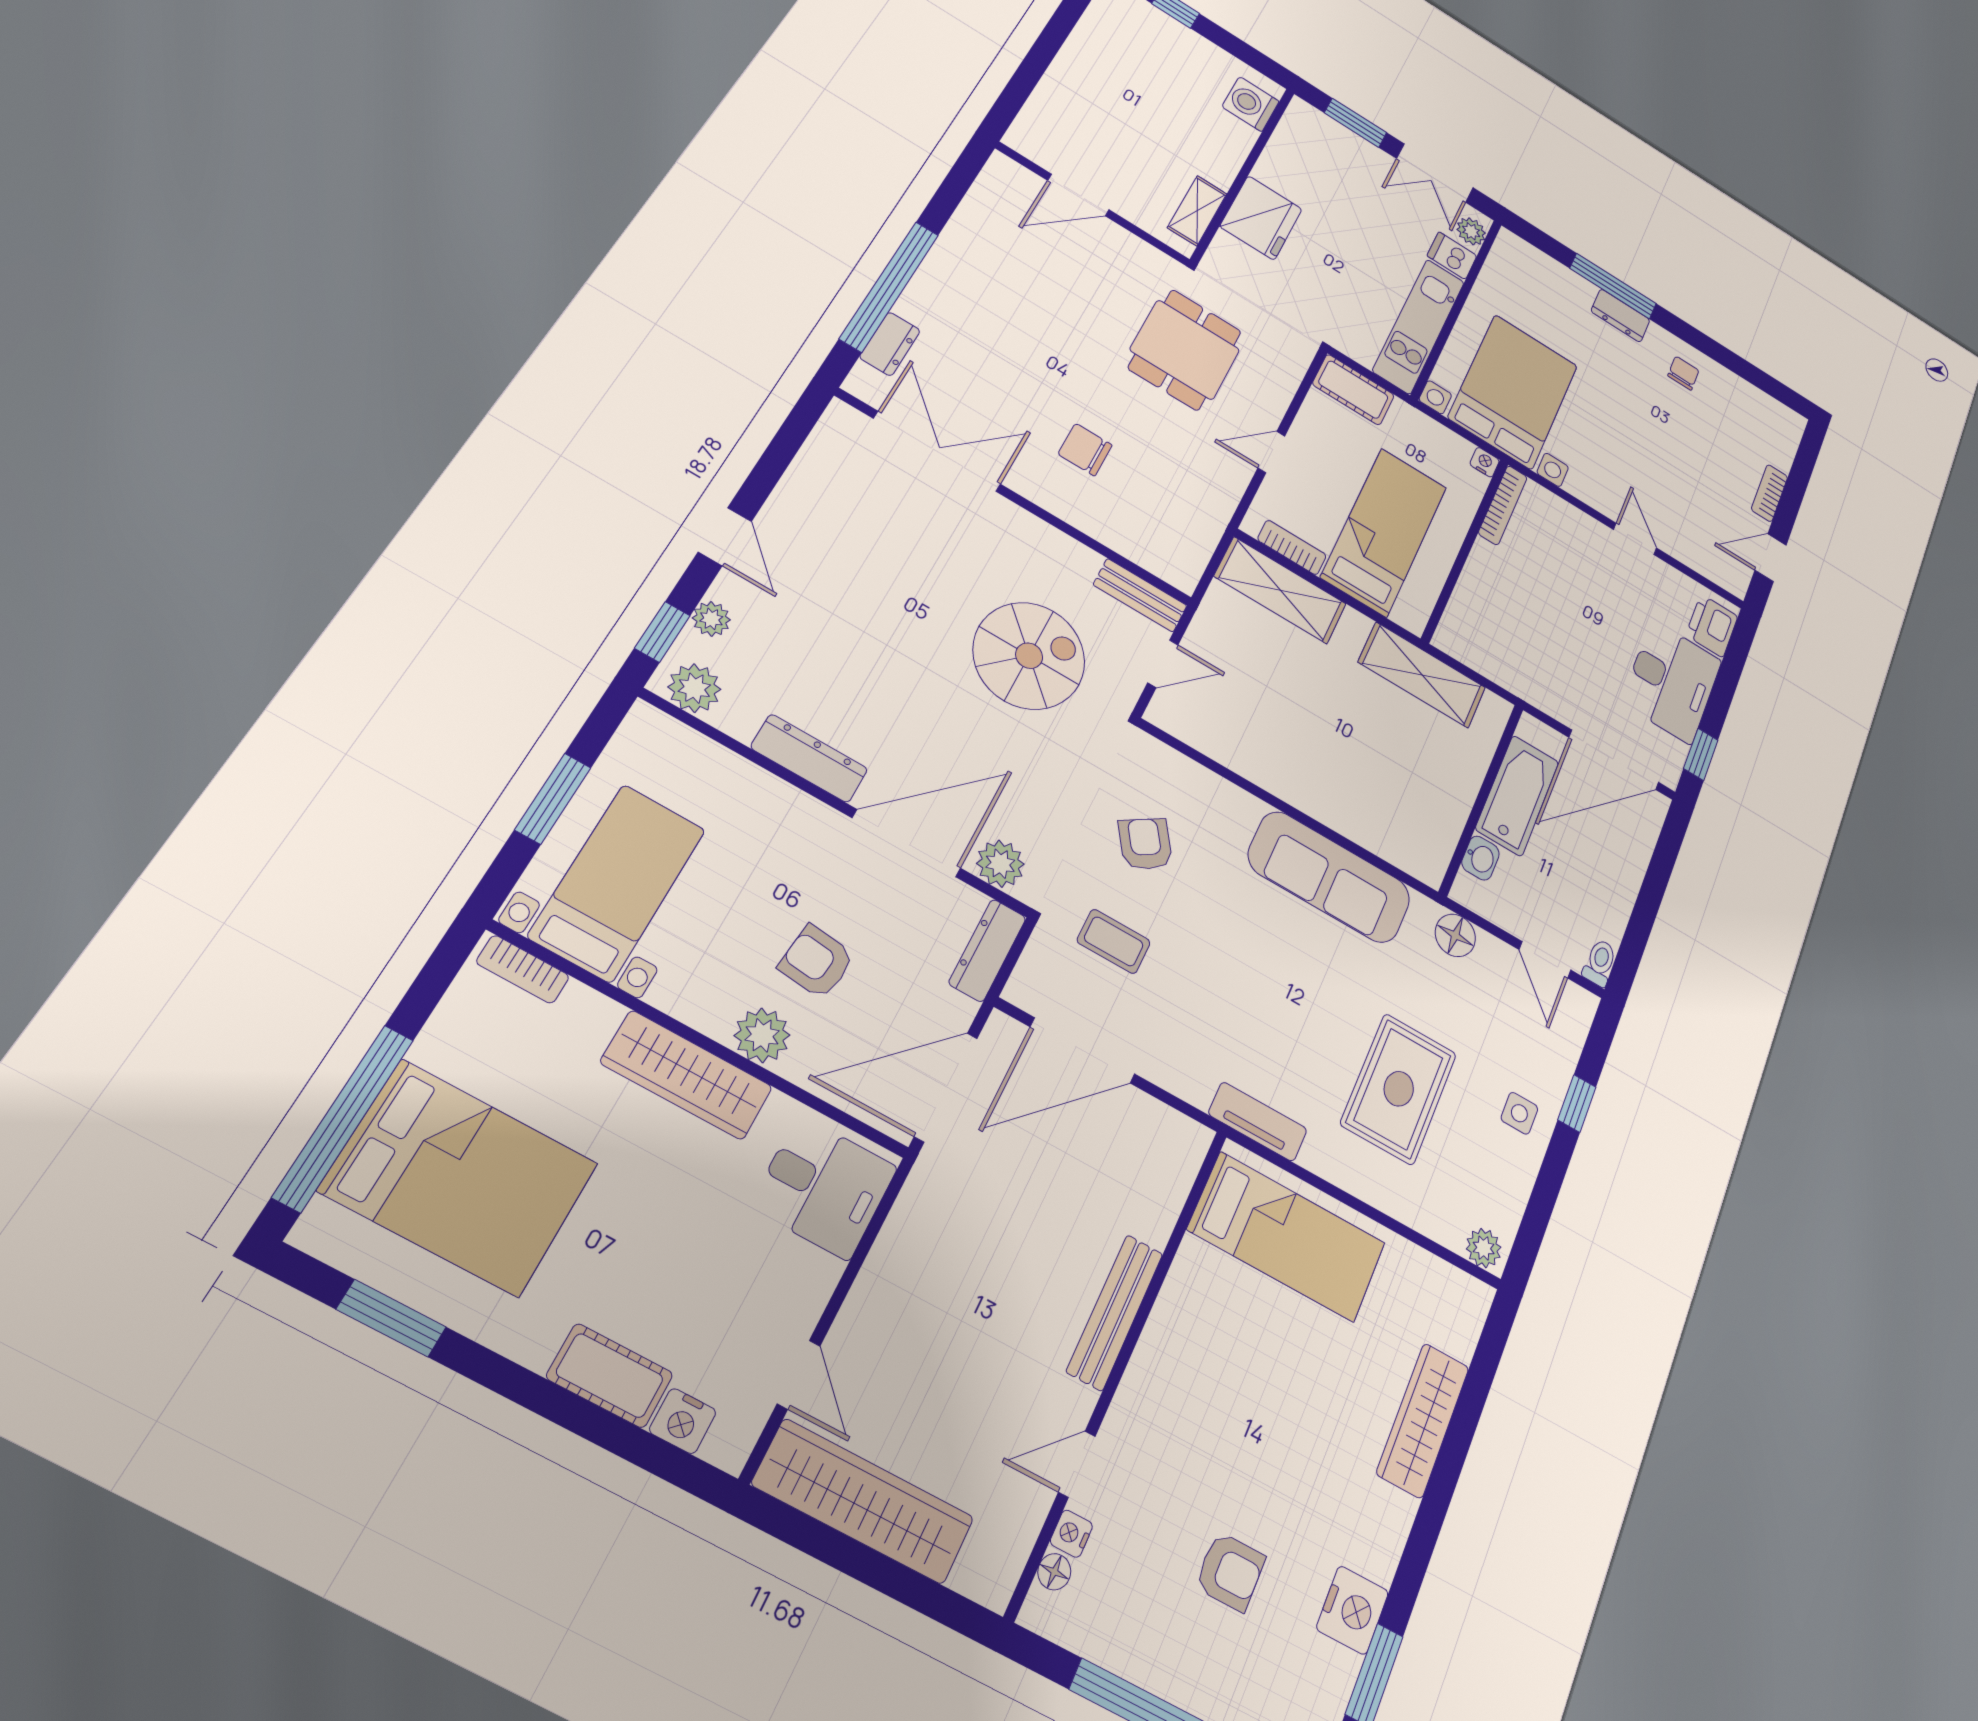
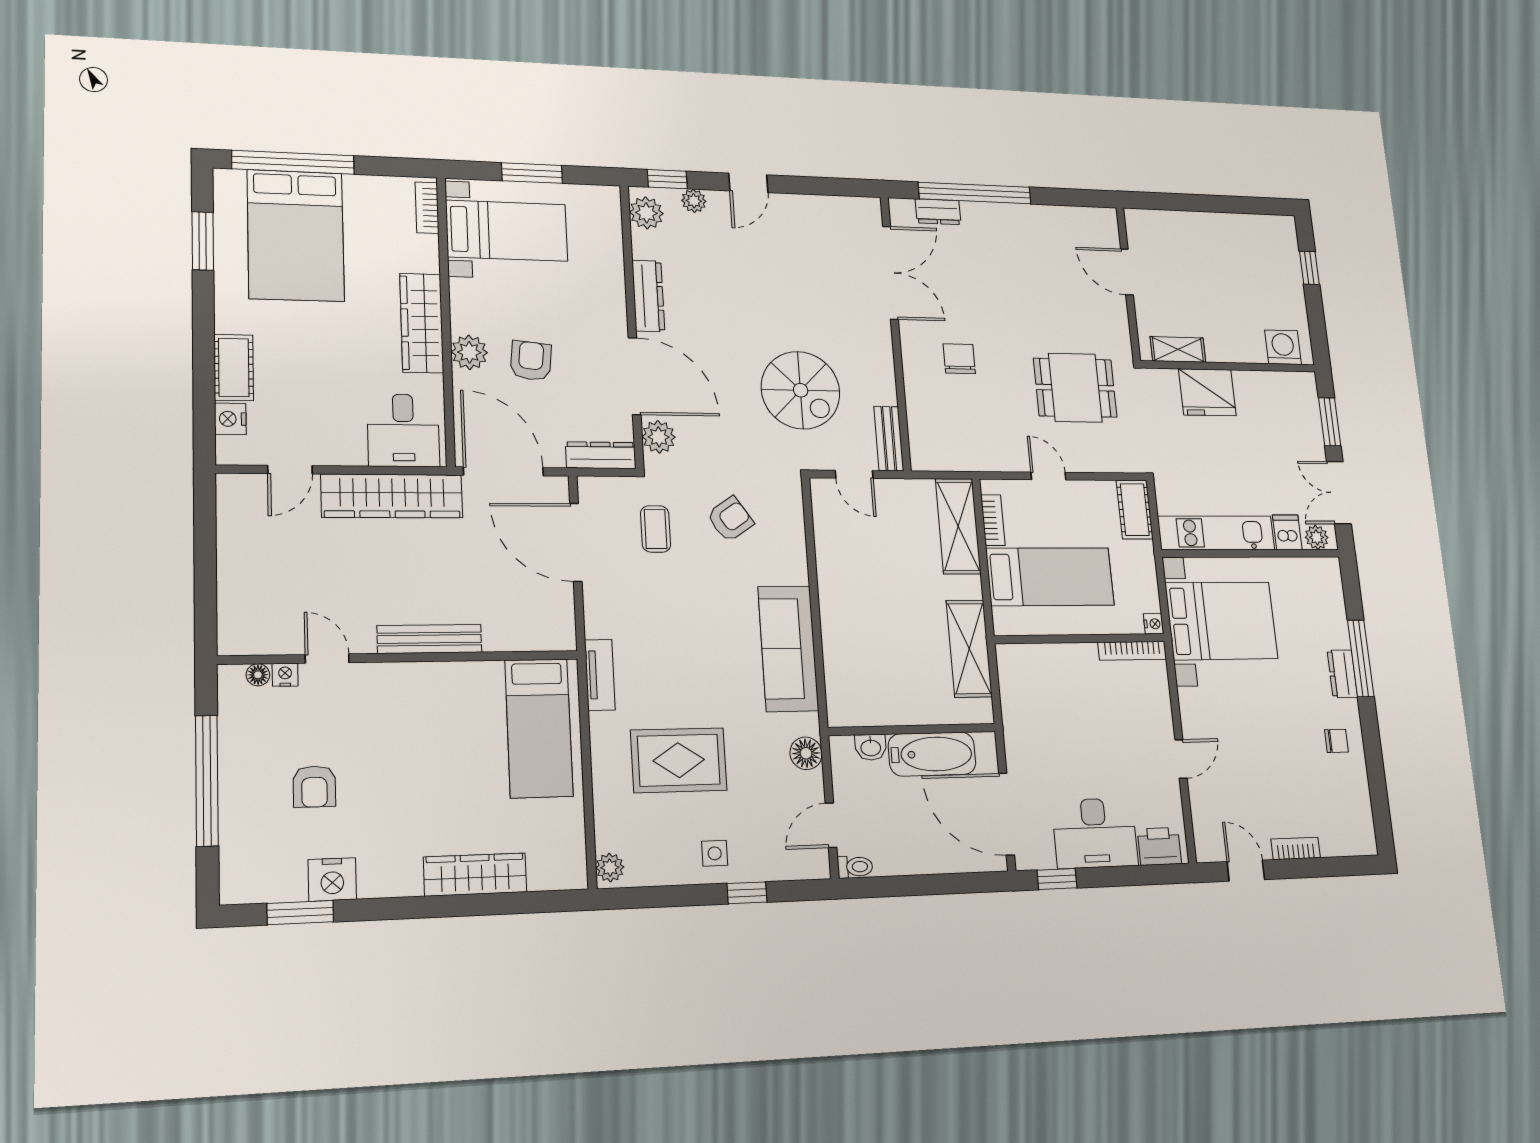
wardrobe: (863, 1501) -> (392, 496), moved, turned 90

